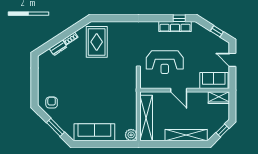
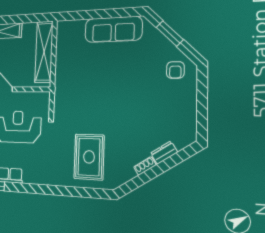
rug: (97, 42) -> (89, 157), moved
plant: (131, 135) -> (64, 28), removed

